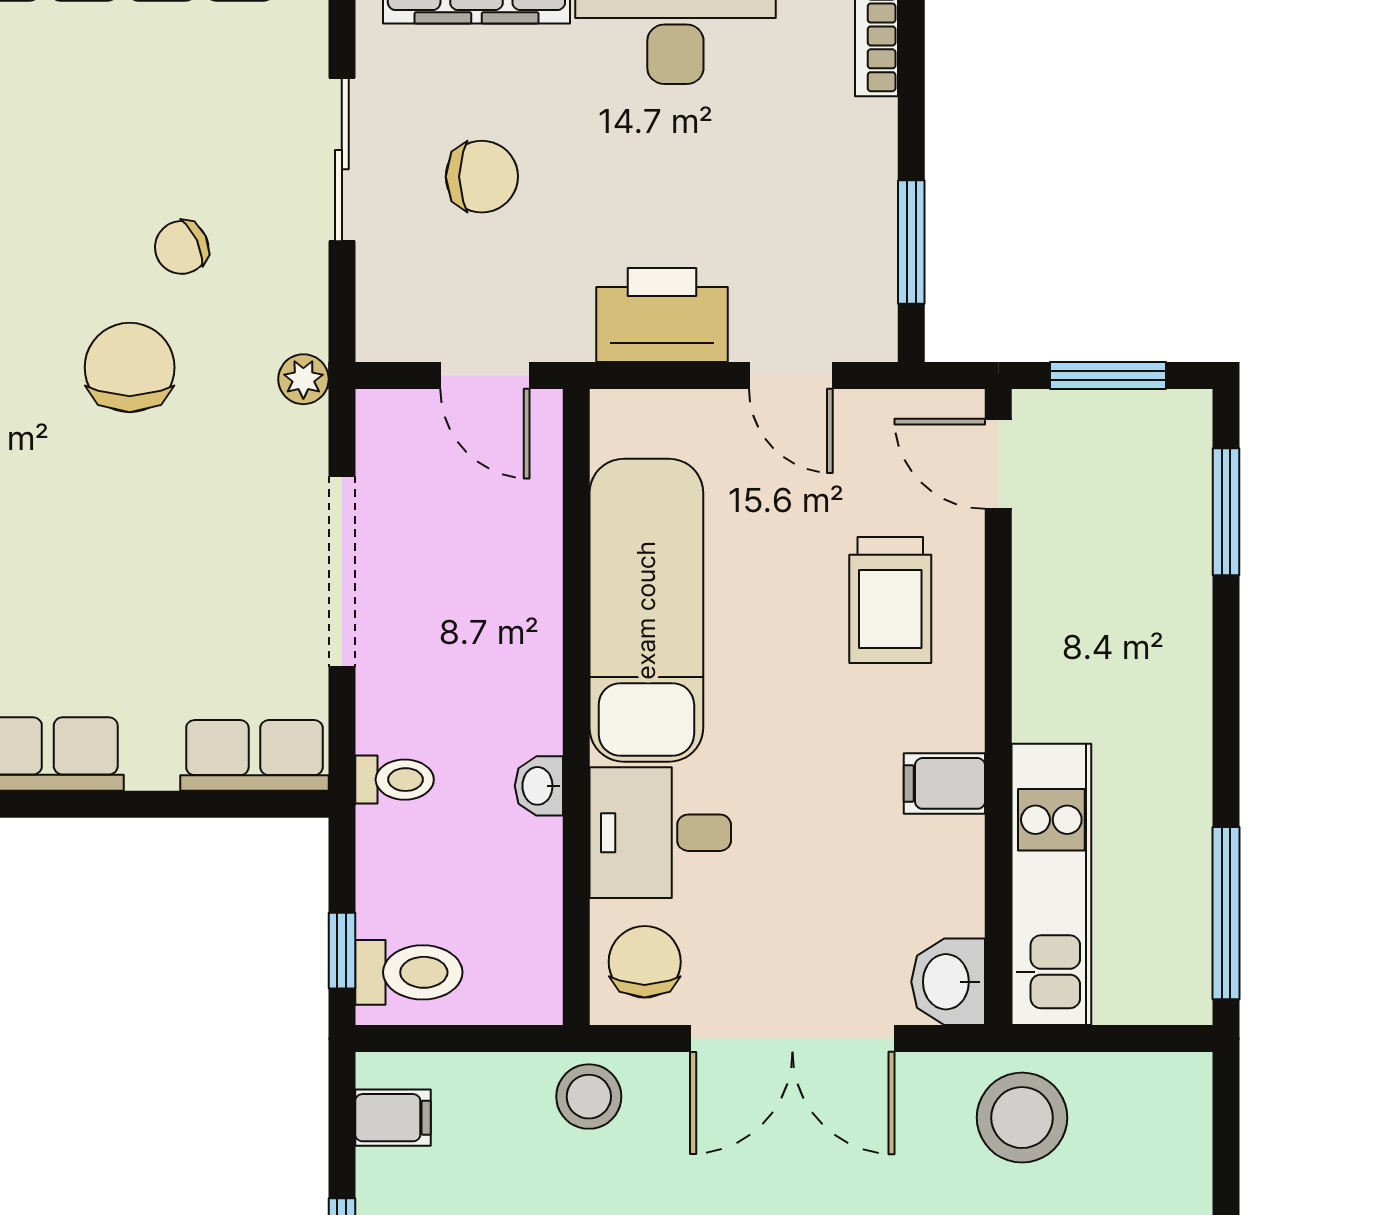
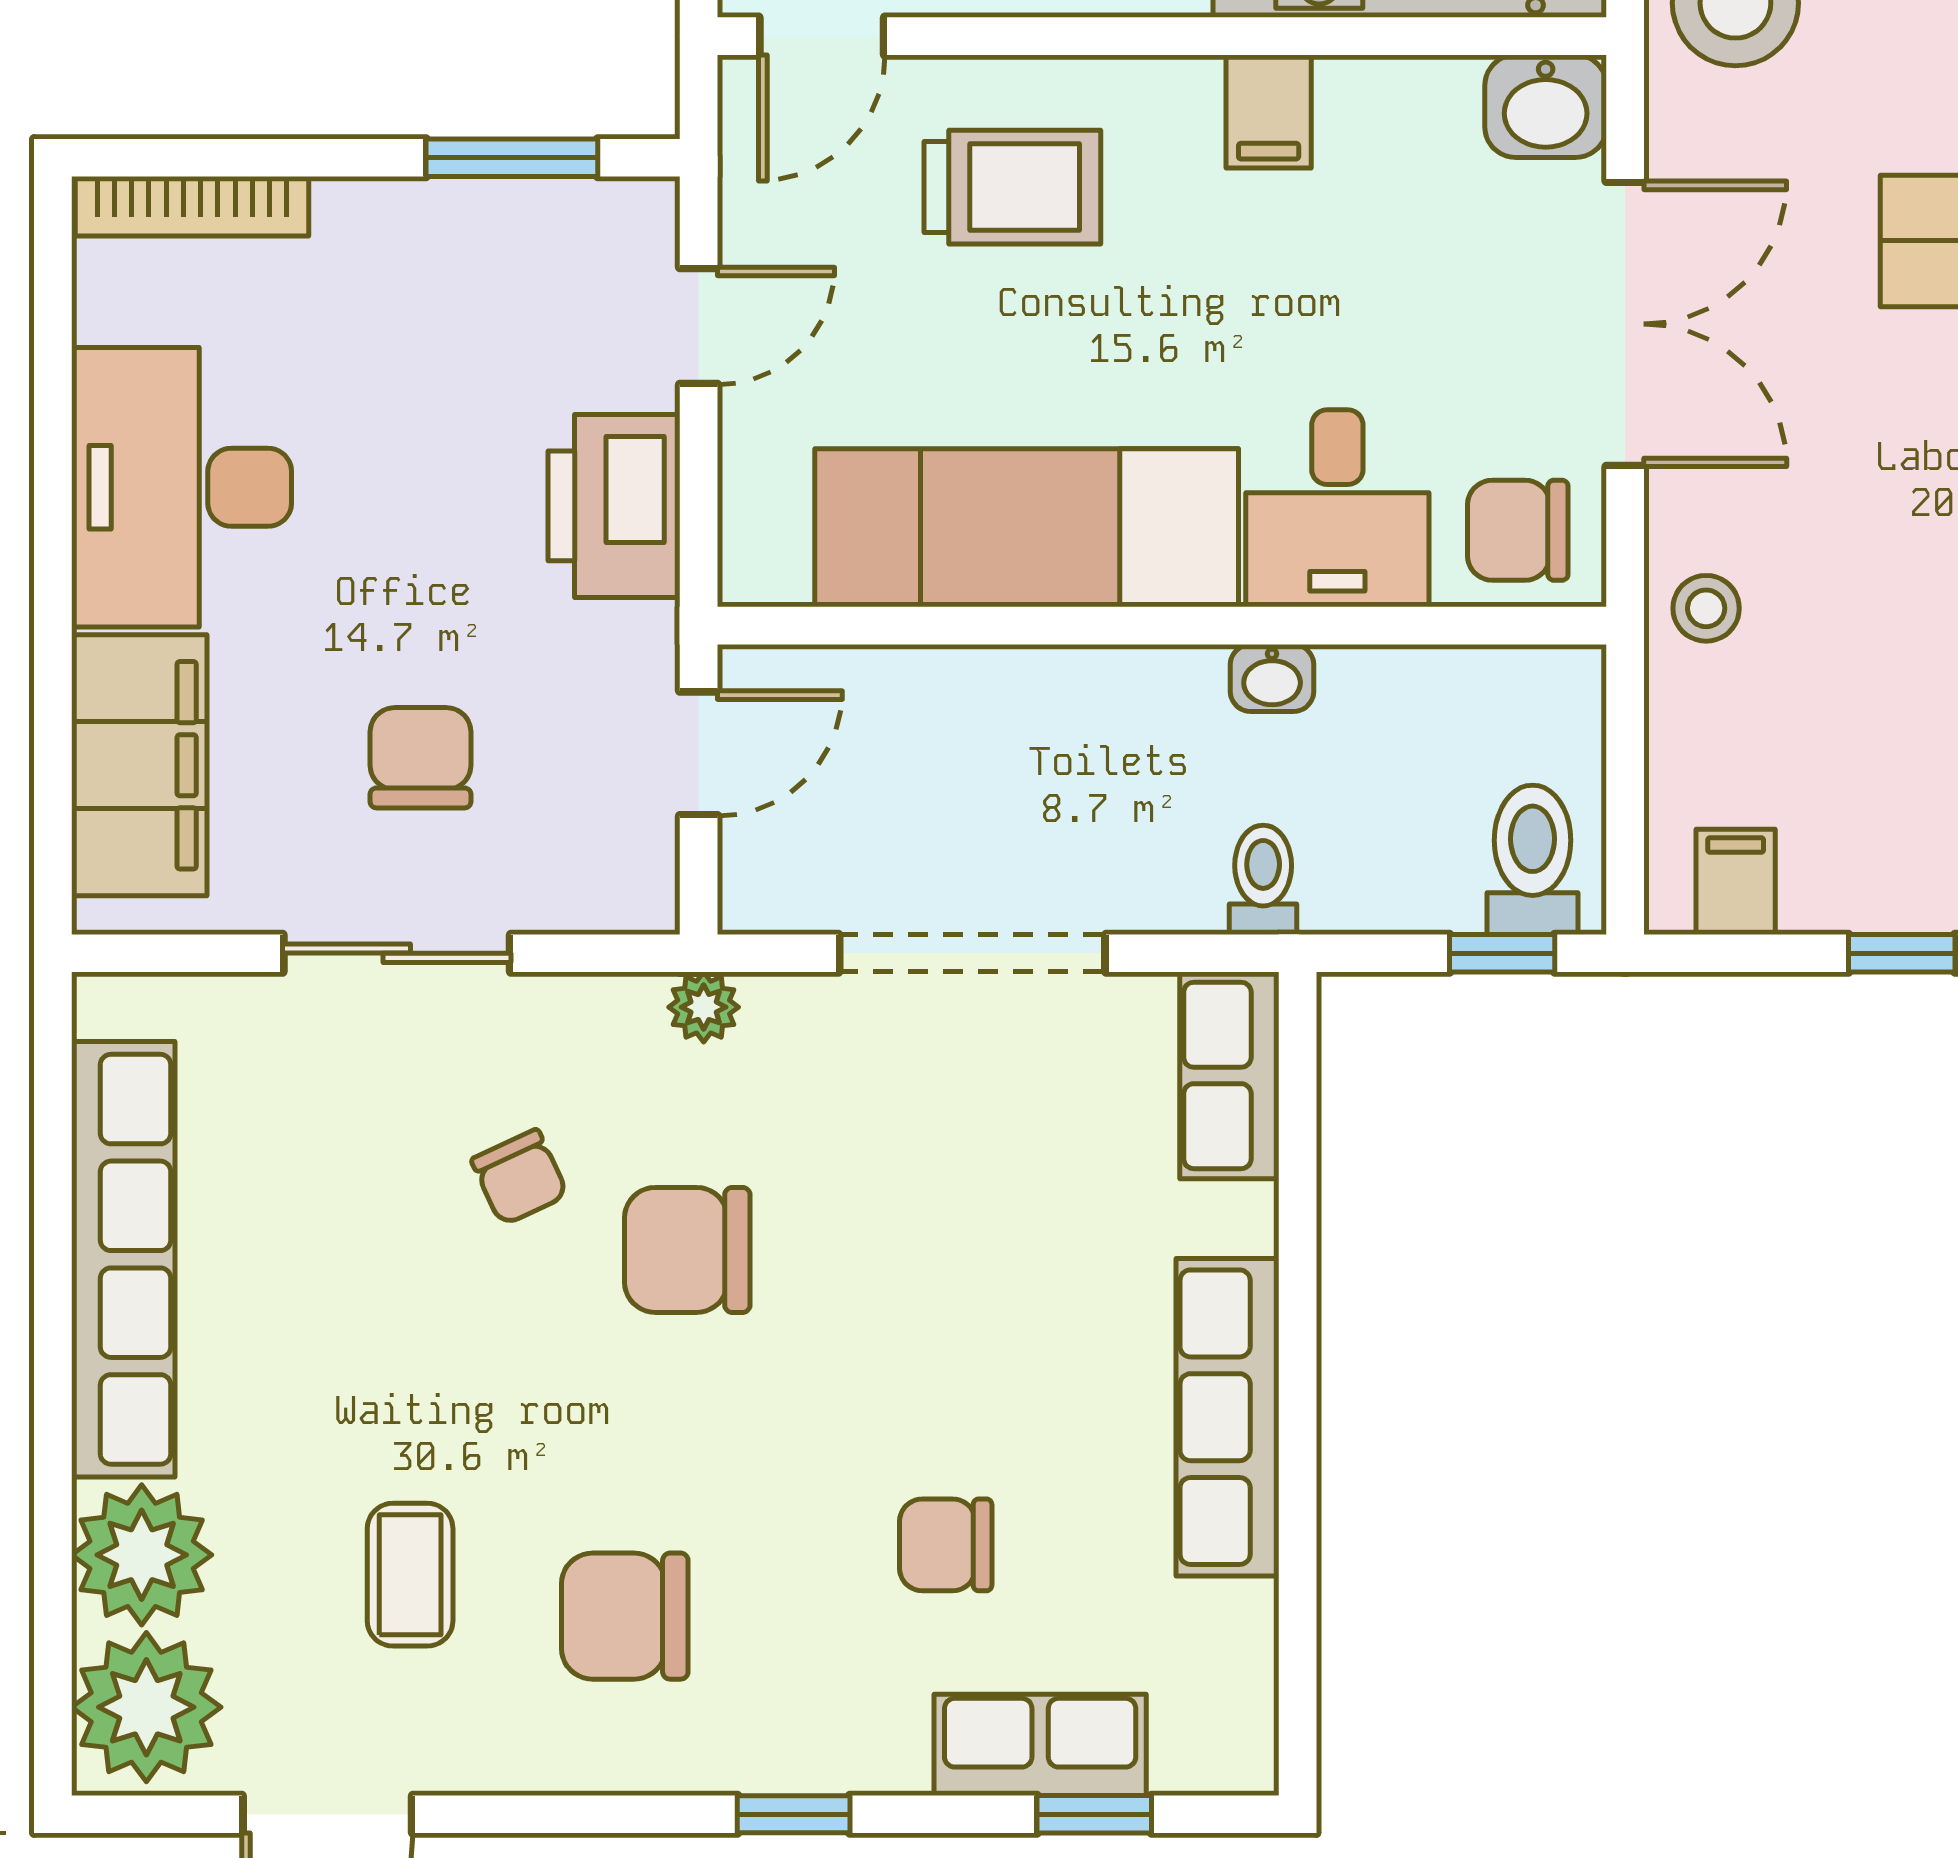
stool: (589, 1097) -> (1706, 608), width x0.73, depth x0.73

